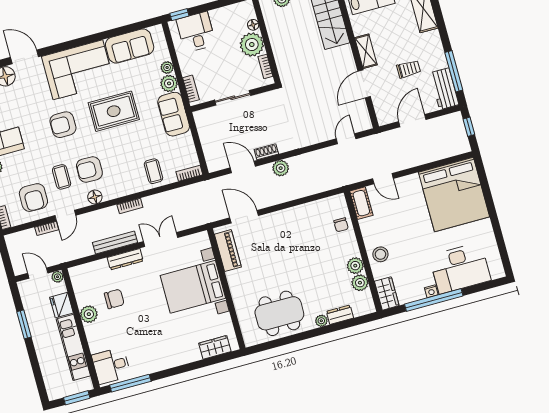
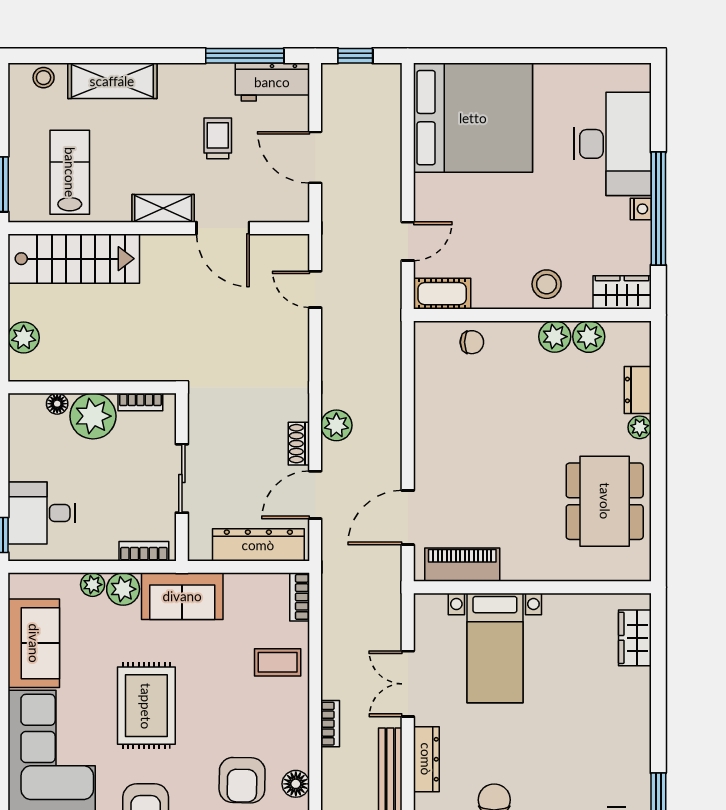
dresser: (210, 145) -> (258, 545), added
bed with nightstands: (193, 287) -> (495, 648), width x0.73

